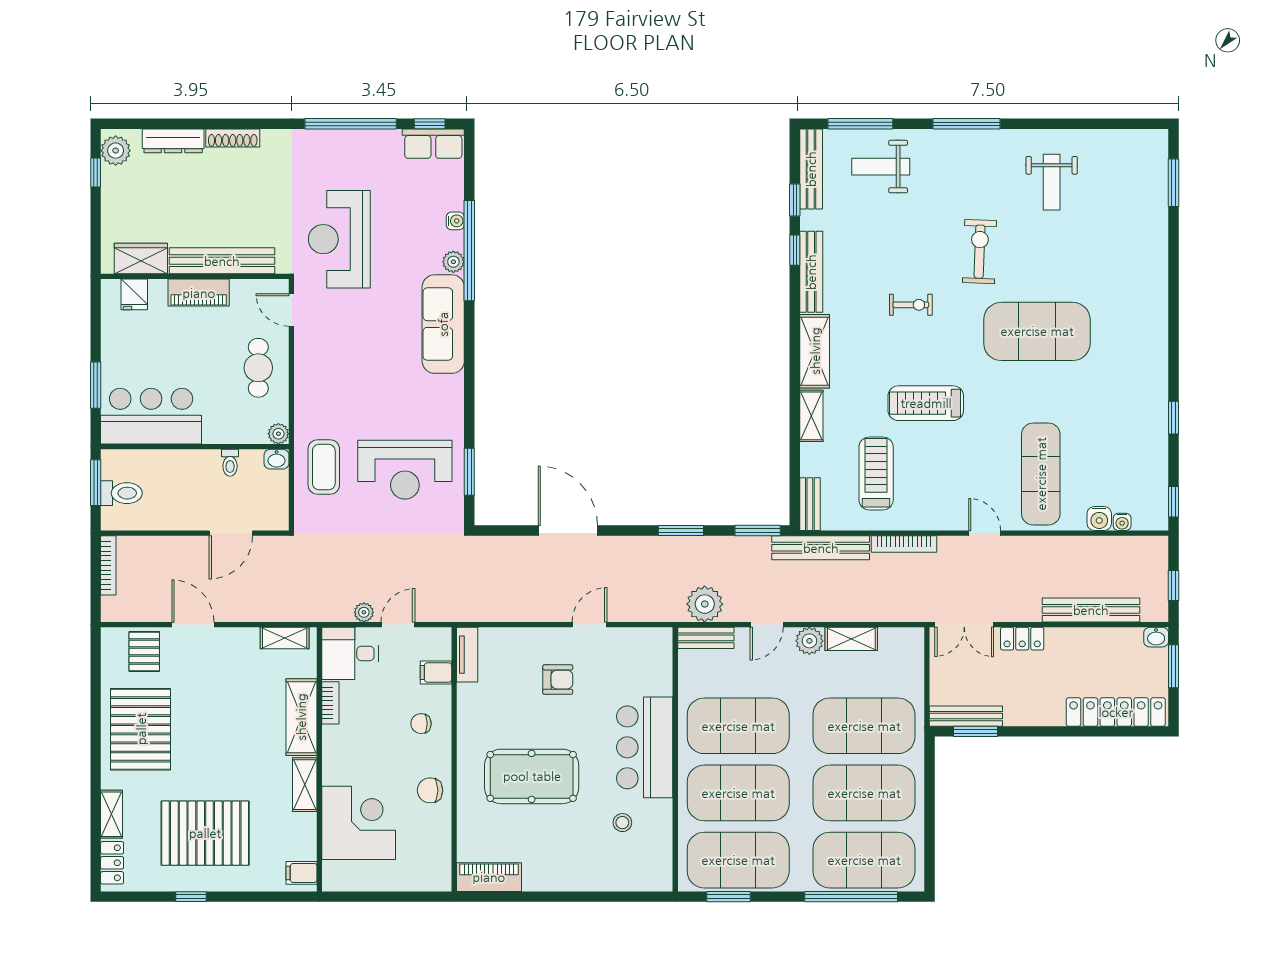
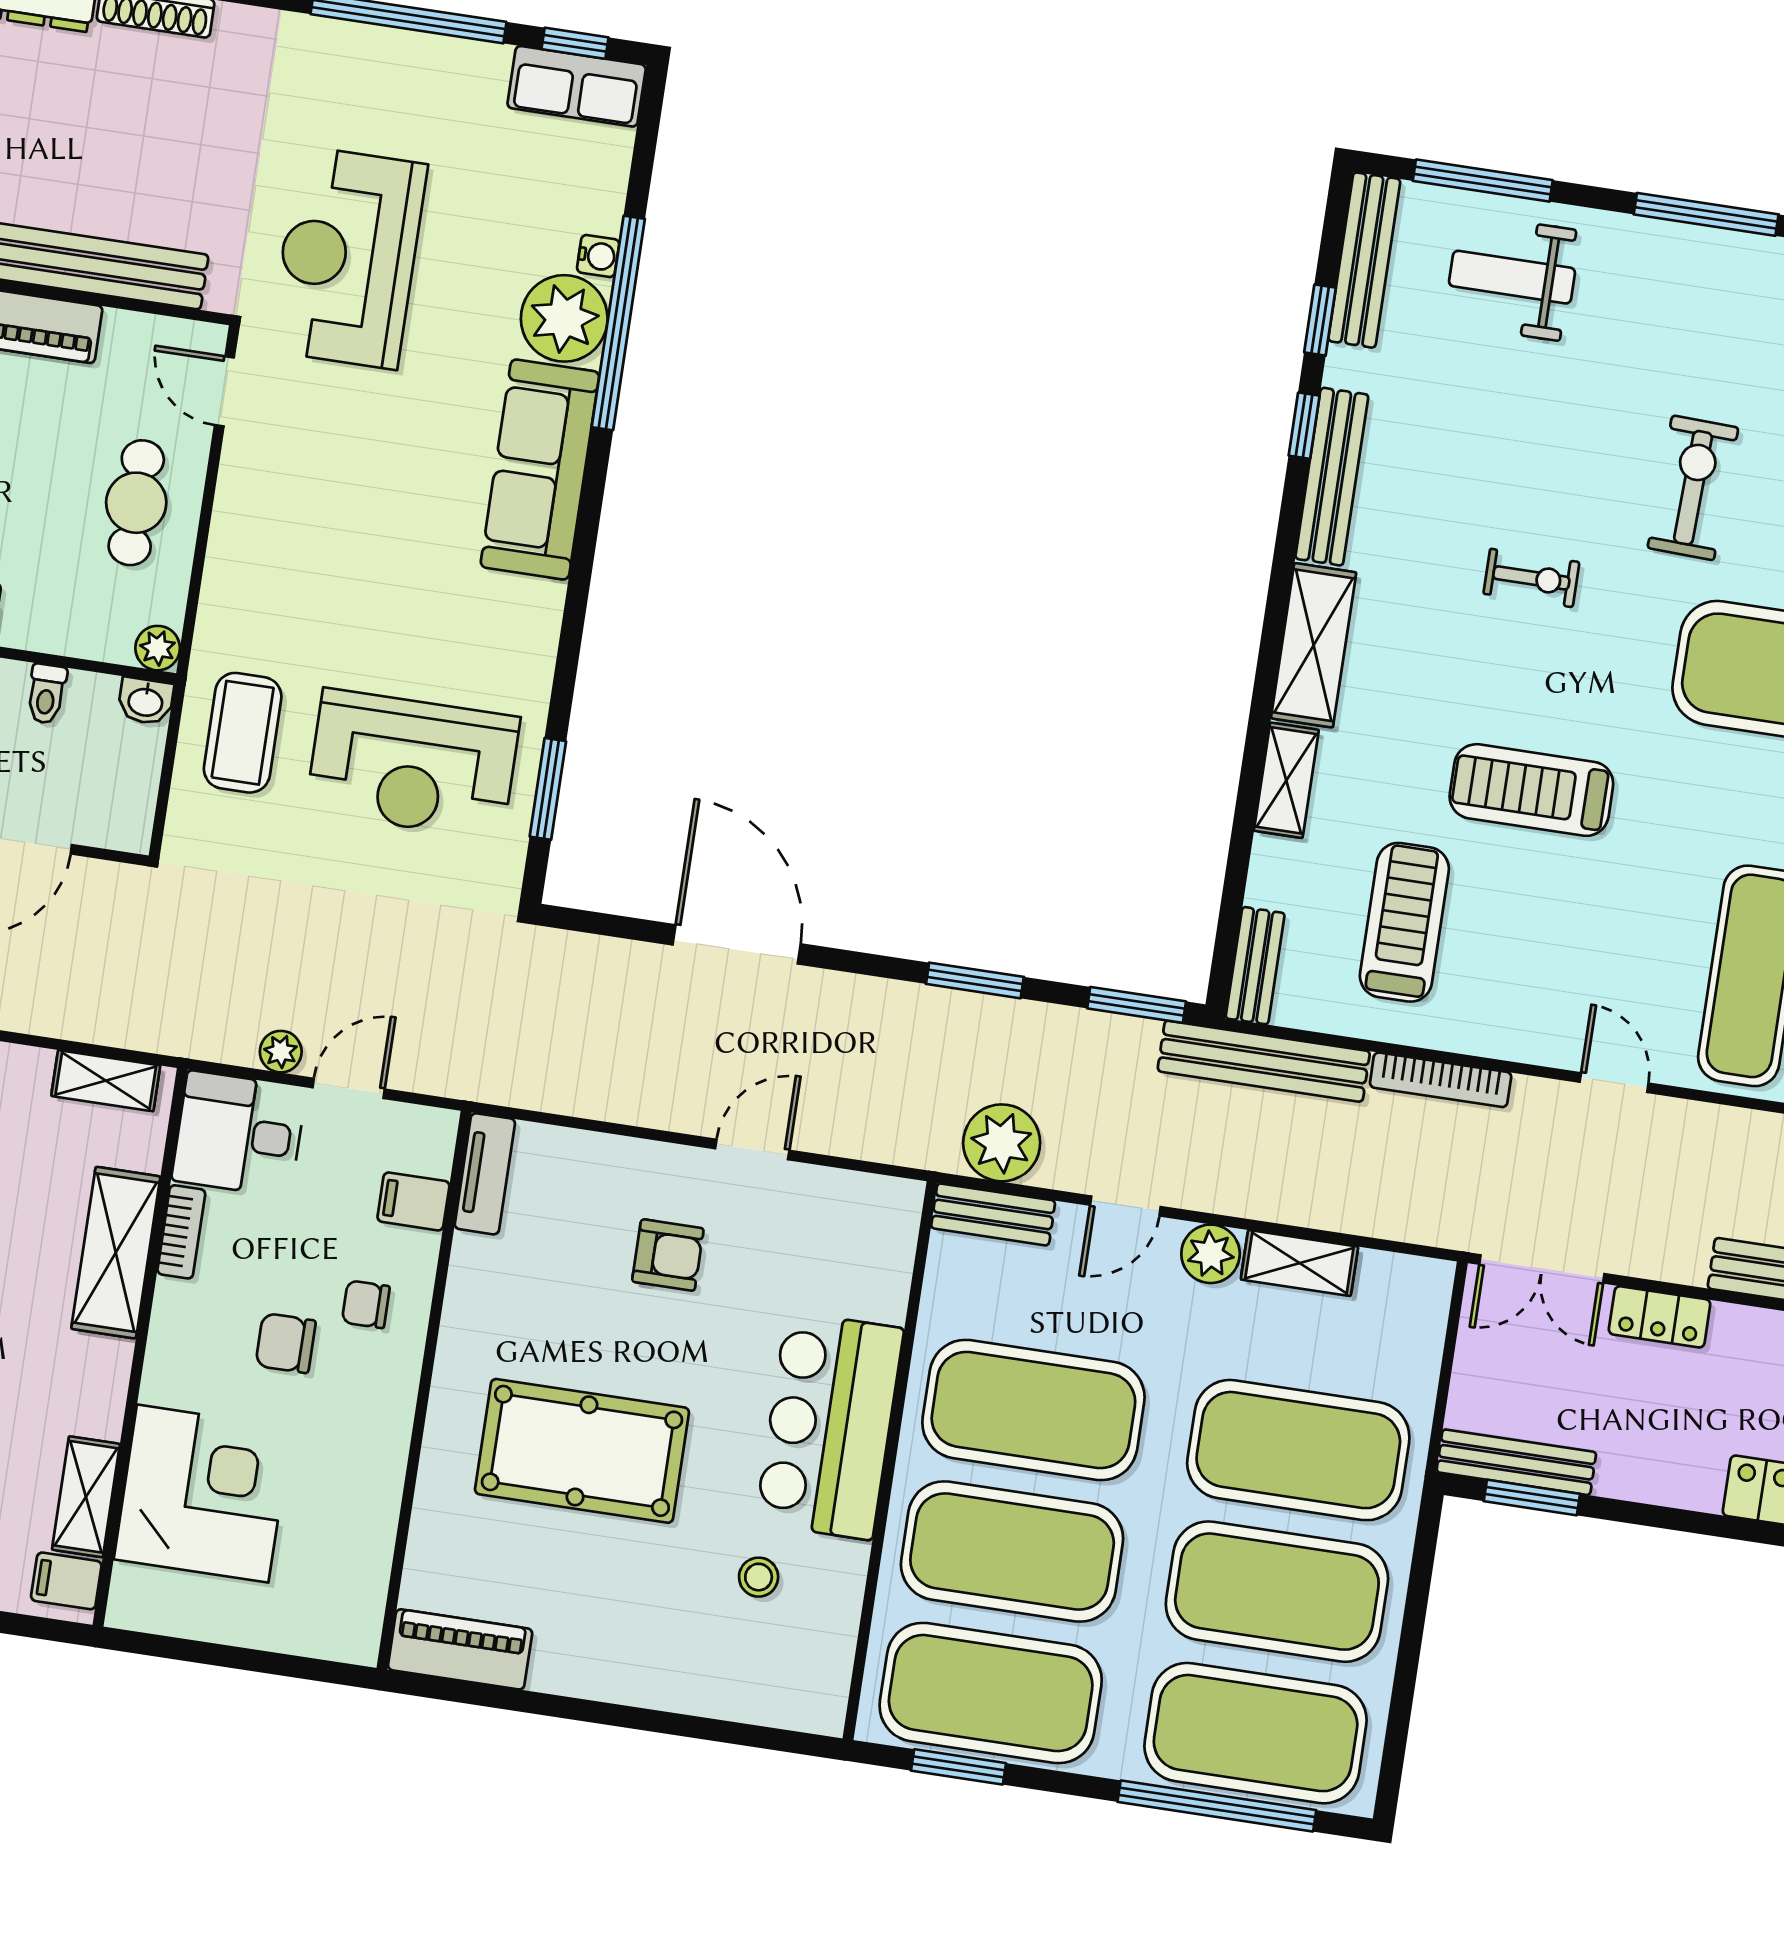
plant: (453, 262) -> (564, 318), width x1.88, depth x1.88
shelving: (305, 785) -> (86, 1497), moved
chair: (430, 790) -> (286, 1343), moved

